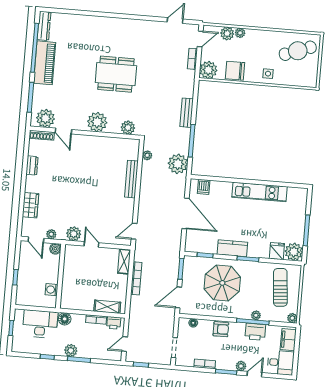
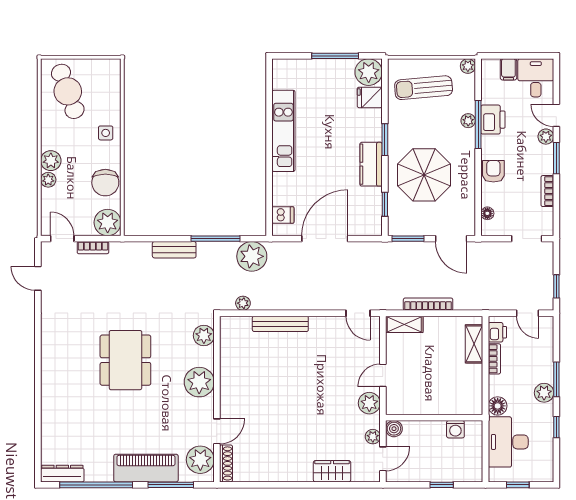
plant: (227, 33) -> (51, 161), moved
piano: (45, 63) -> (146, 468), moved
dresser: (32, 166) -> (273, 474), removed
filing cabinet: (288, 340) -> (508, 69), width x0.50

